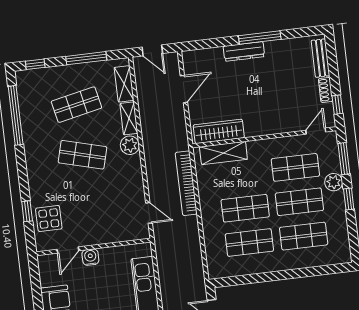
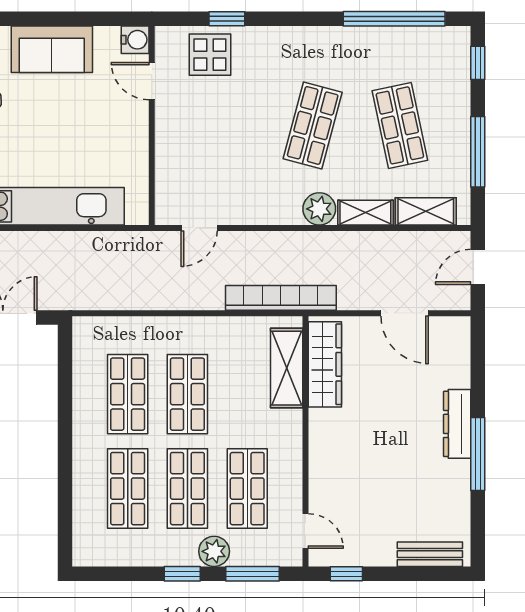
shoe rack: (326, 90) -> (374, 556), removed
bookcase: (186, 183) -> (281, 298), moved
water cooler: (90, 257) -> (135, 40), moved

